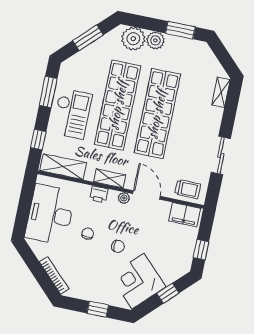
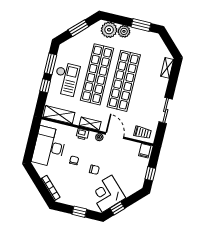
window: (38, 140) -> (45, 86), moved
filing cabinet: (185, 215) -> (145, 151), width x0.50
window: (168, 293) -> (117, 208), moved

